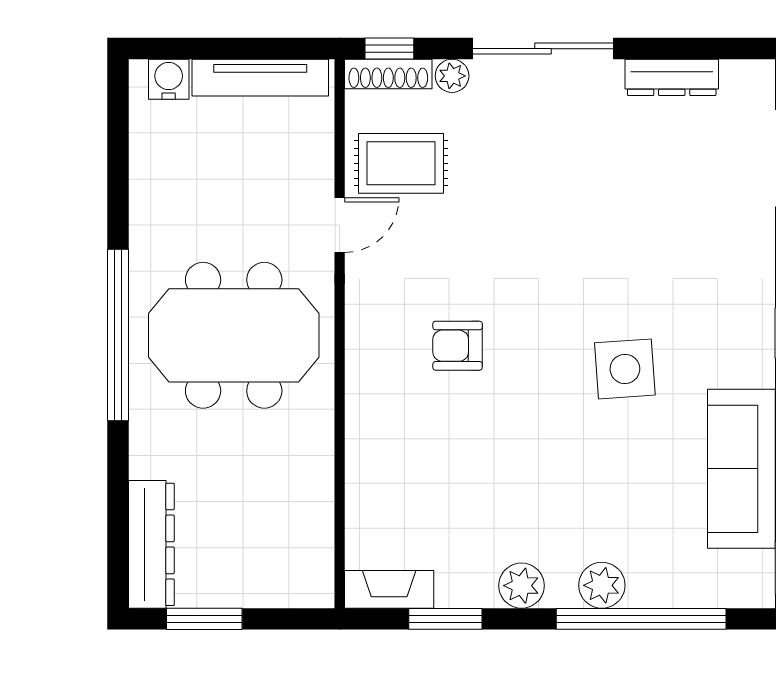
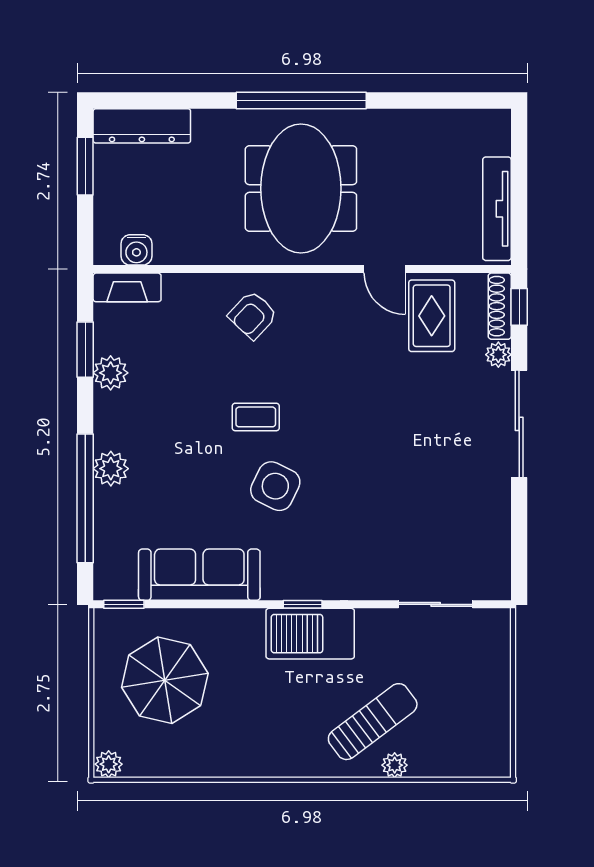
dresser: (672, 77) -> (497, 522), removed
water cooler: (169, 79) -> (136, 250), moved, turned 90
armchair: (458, 346) -> (253, 315), moved, turned -137
side table: (625, 369) -> (275, 486), turned 30
coffee table: (534, 395) -> (256, 417), added
plant: (521, 586) -> (111, 373), moved
fireplace: (389, 589) -> (127, 287), moved, turned 90

